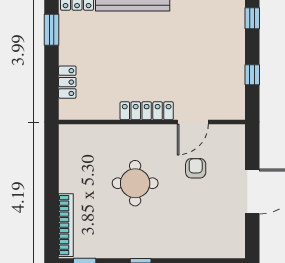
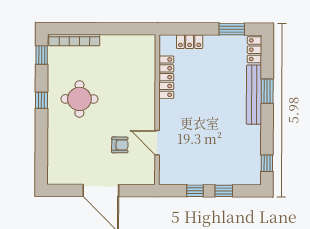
window: (252, 18) -> (224, 191), moved
locker: (147, 111) -> (166, 77), moved
round table: (135, 183) -> (79, 99), moved

